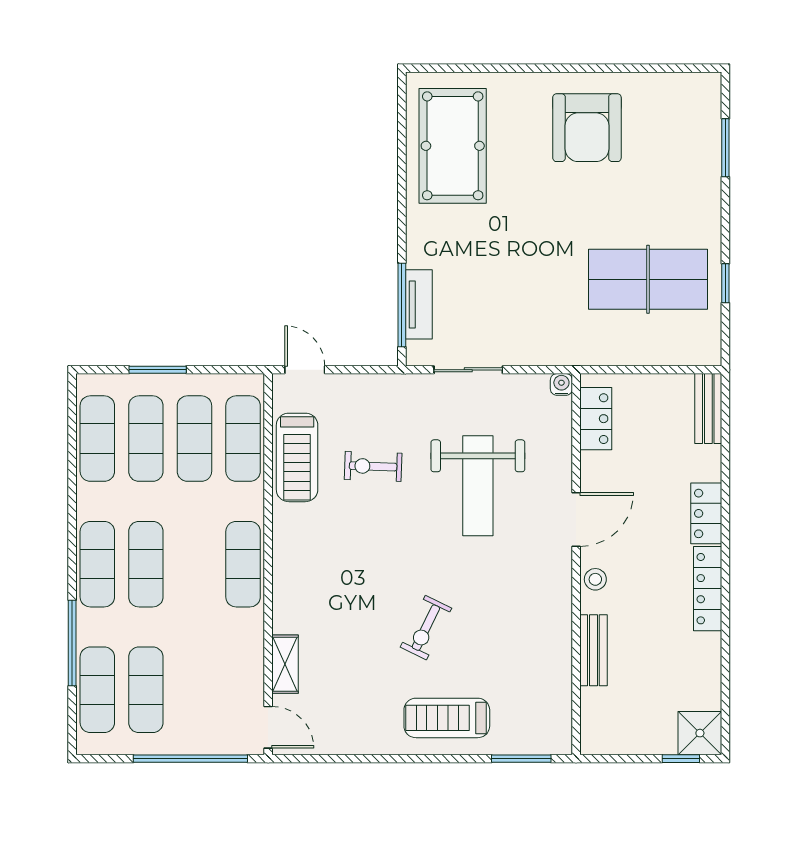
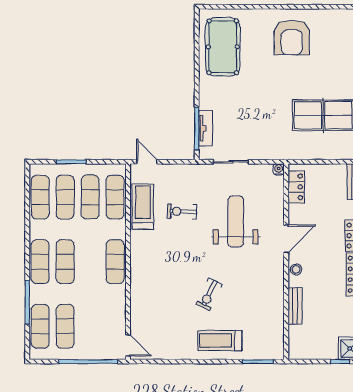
treadmill: (297, 457) -> (143, 207), turned 180
weight bench: (478, 486) -> (236, 221), turned 180
shelving: (285, 664) -> (137, 313), removed

